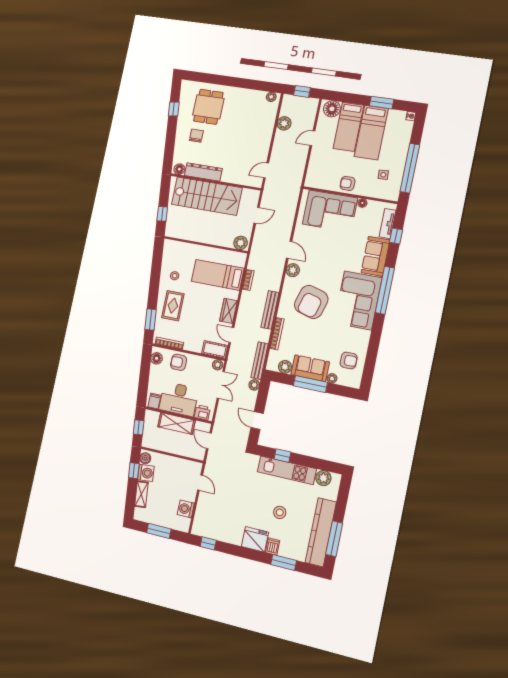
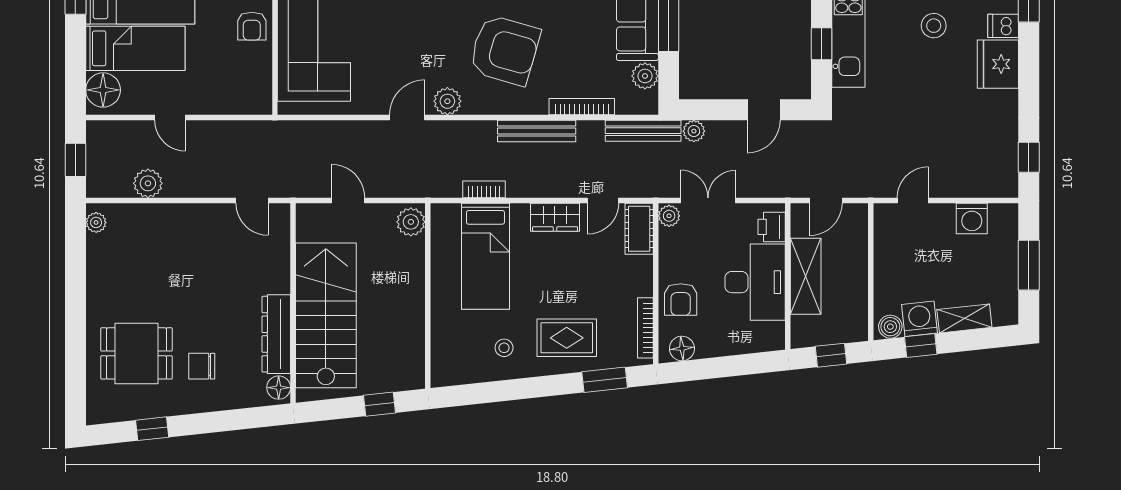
filing cabinet: (154, 401) -> (770, 334), removed

